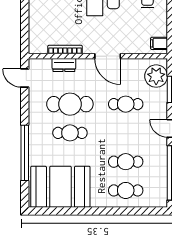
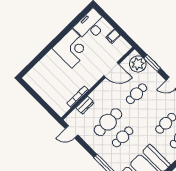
filing cabinet: (159, 43) -> (113, 36), moved
door: (108, 56) -> (111, 70), moved

